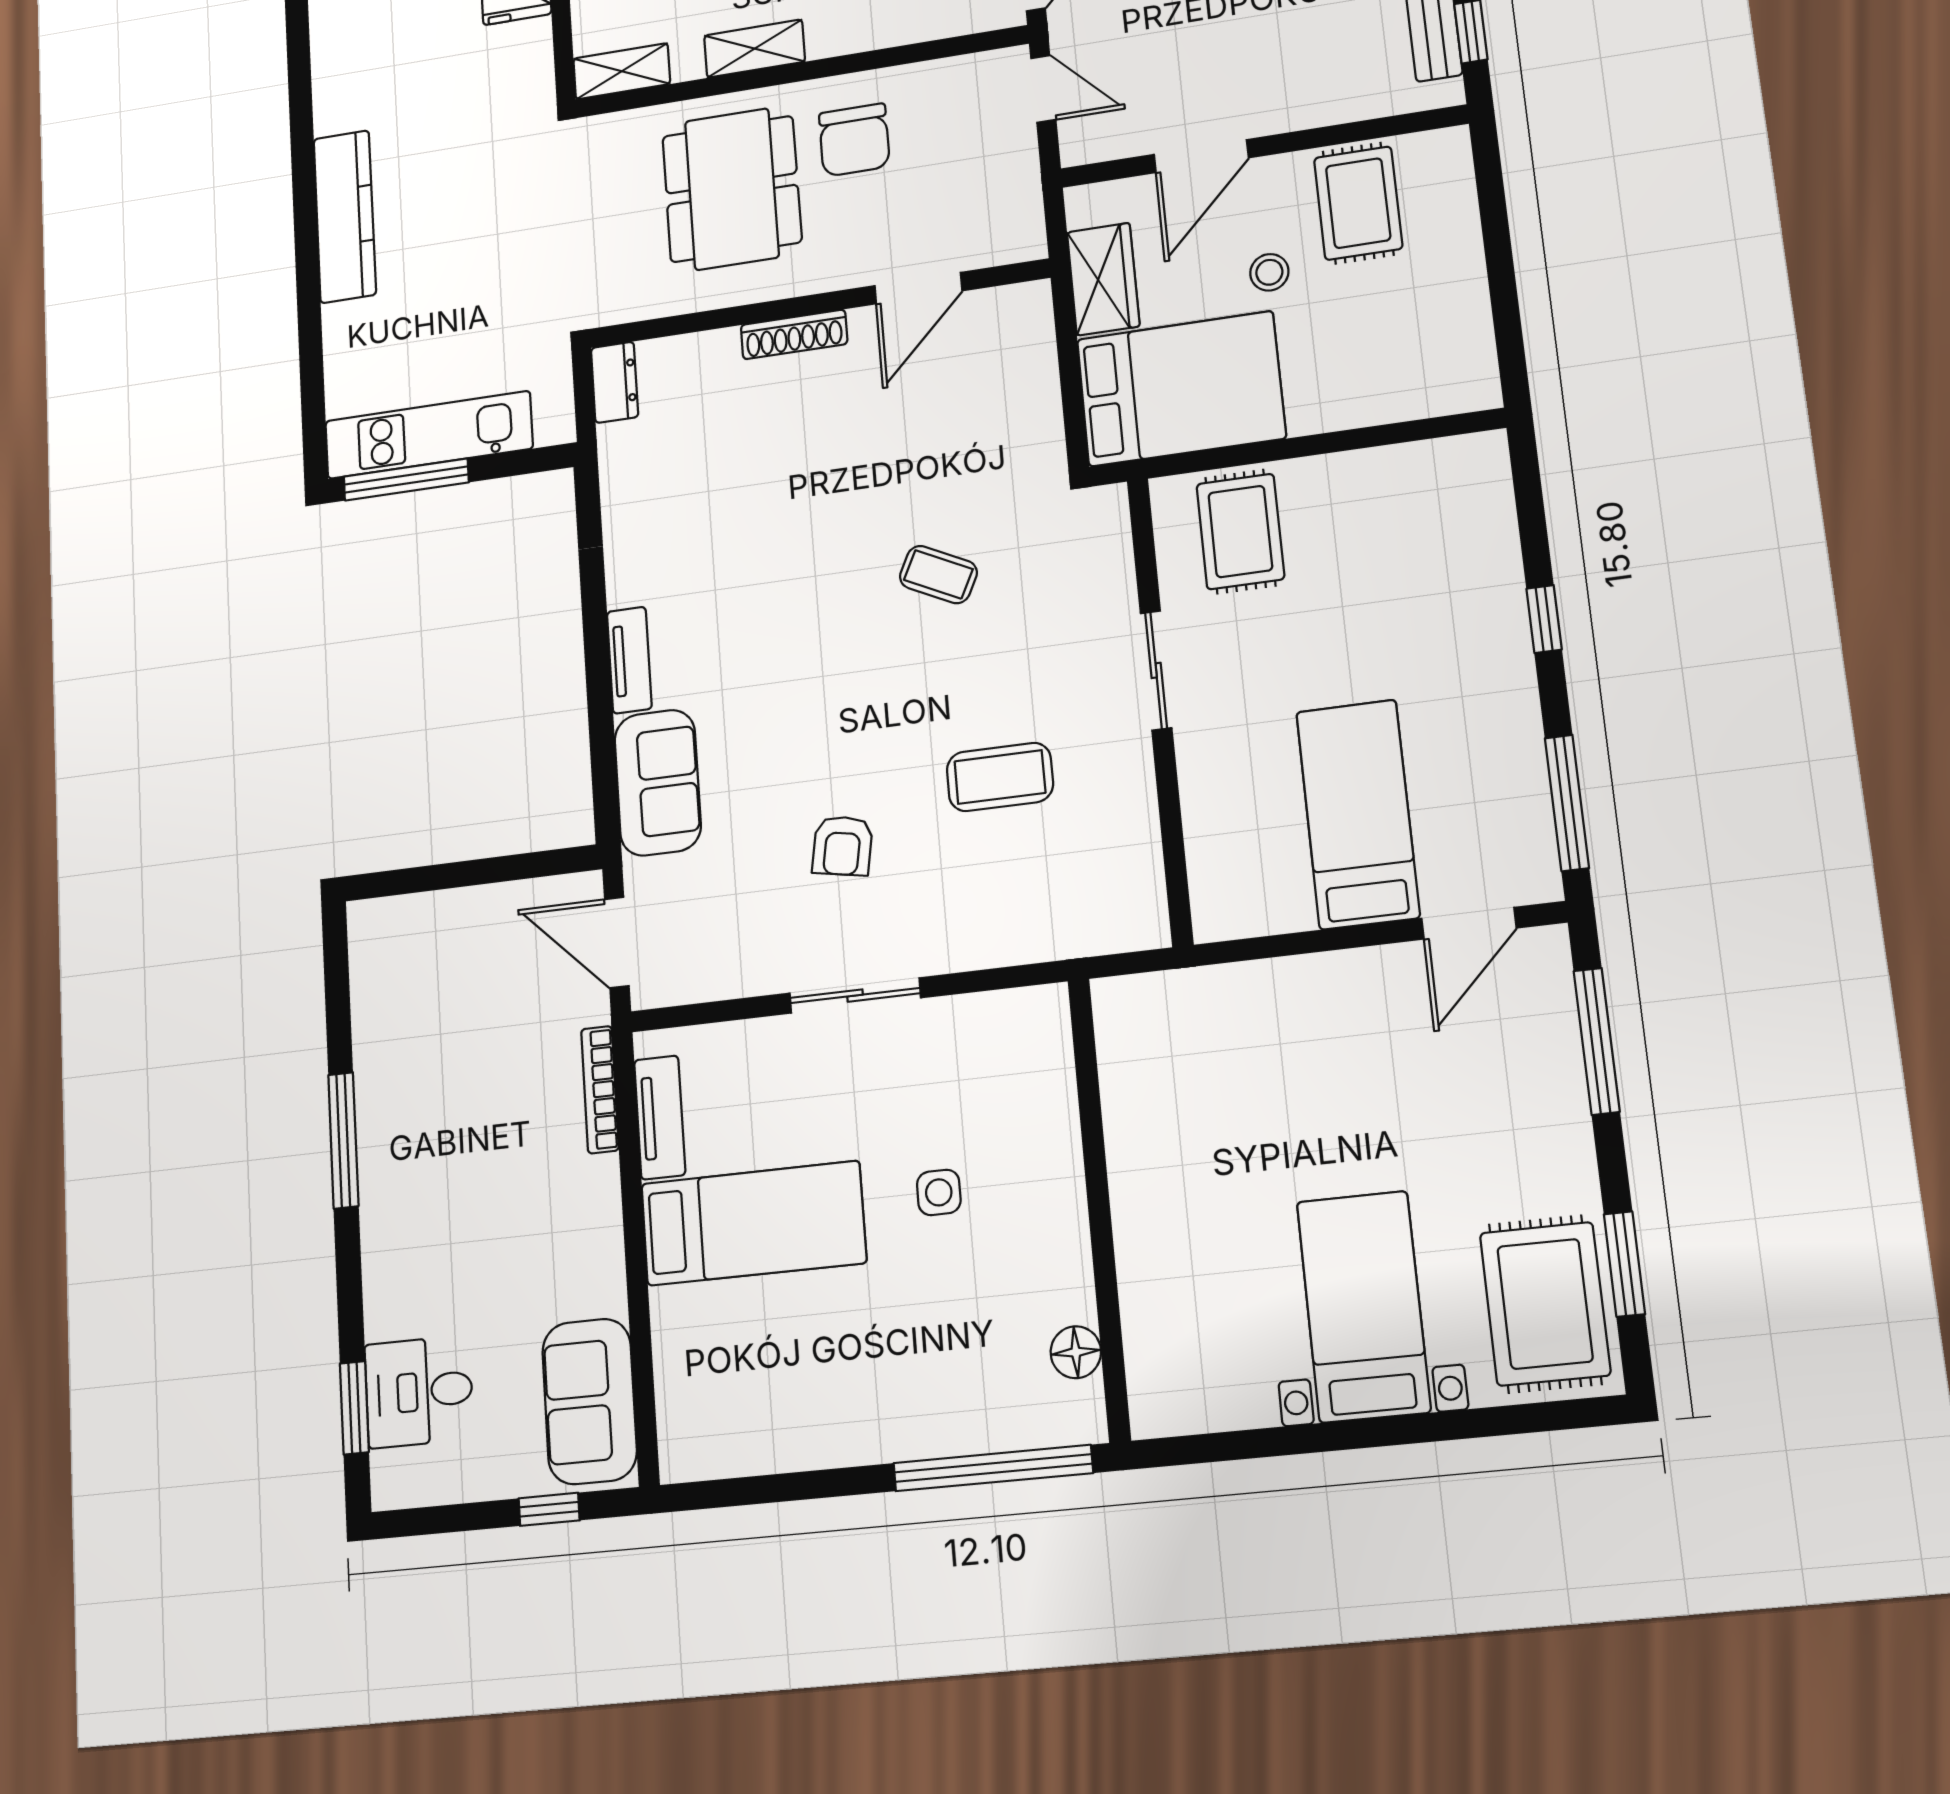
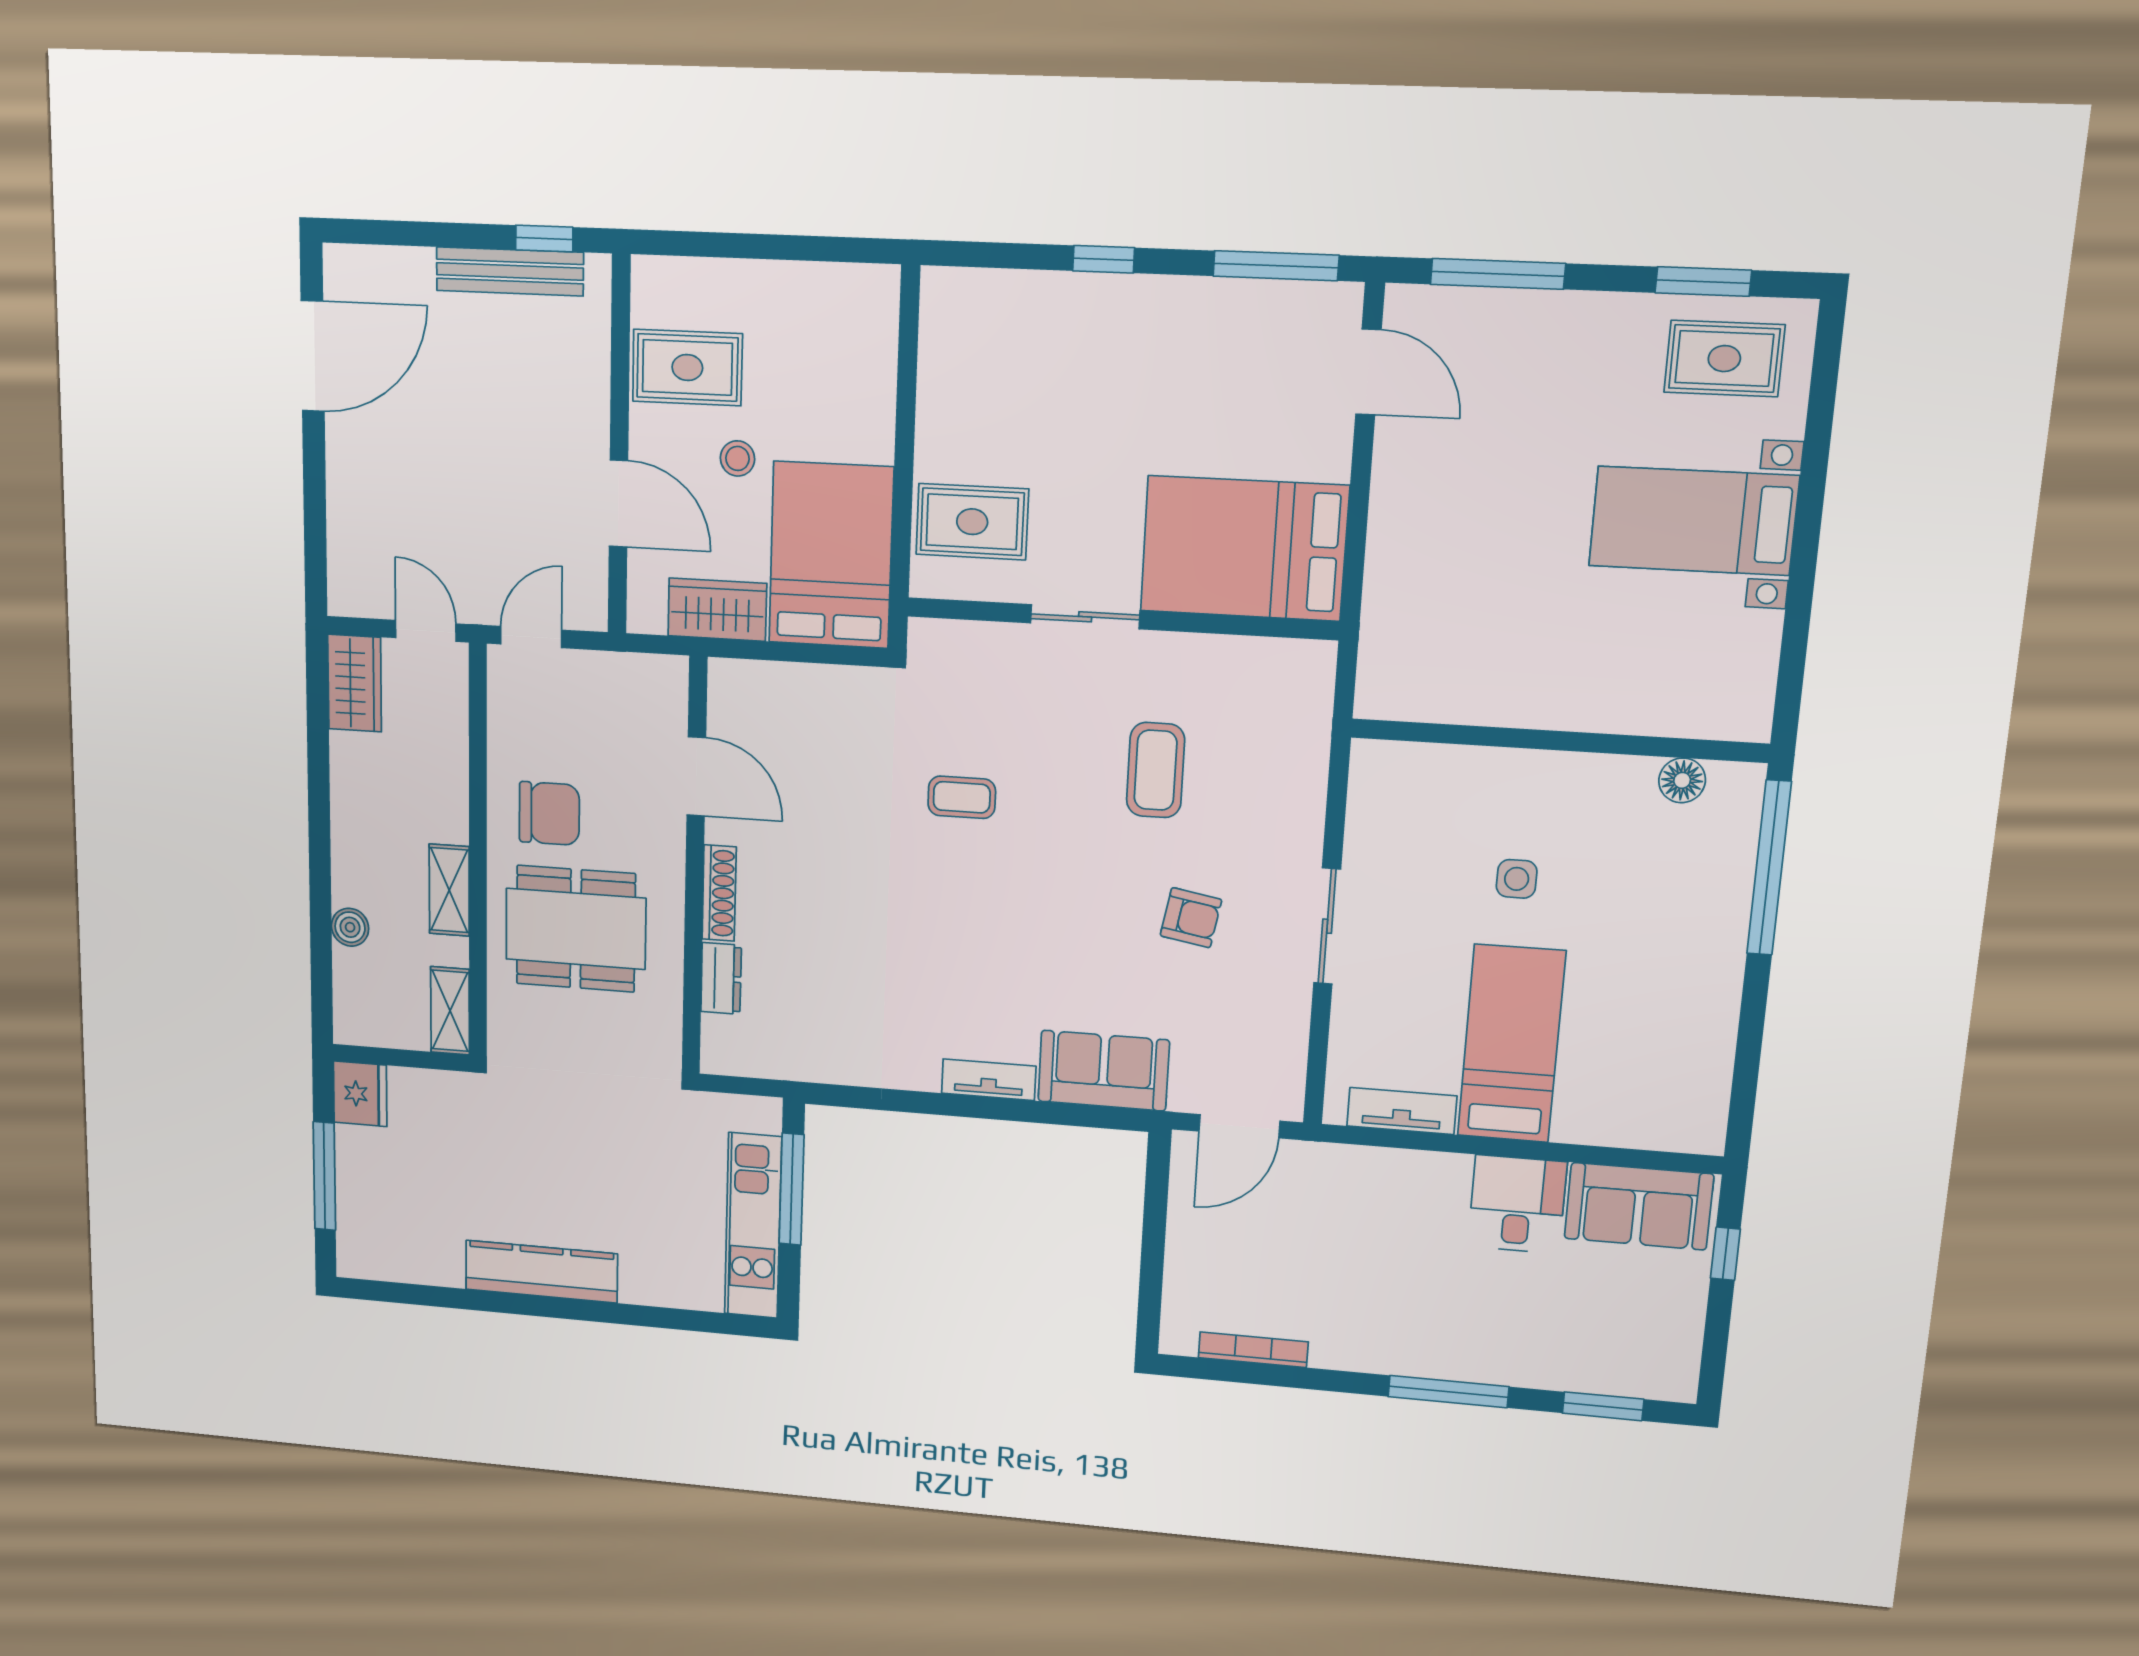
dresser: (615, 382) -> (721, 978), moved, turned 90
window: (406, 479) -> (792, 1189), moved
coffee table: (938, 575) -> (962, 797), turned 64
bed: (1358, 814) -> (1244, 548), moved, width x1.50
bookcase: (600, 1090) -> (1253, 1350), moved, turned 180
window: (343, 1140) -> (1448, 1392), moved
rug: (1545, 1304) -> (1724, 359), width x0.73, depth x0.70
desk: (419, 1392) -> (1517, 1204), moved, turned 180

